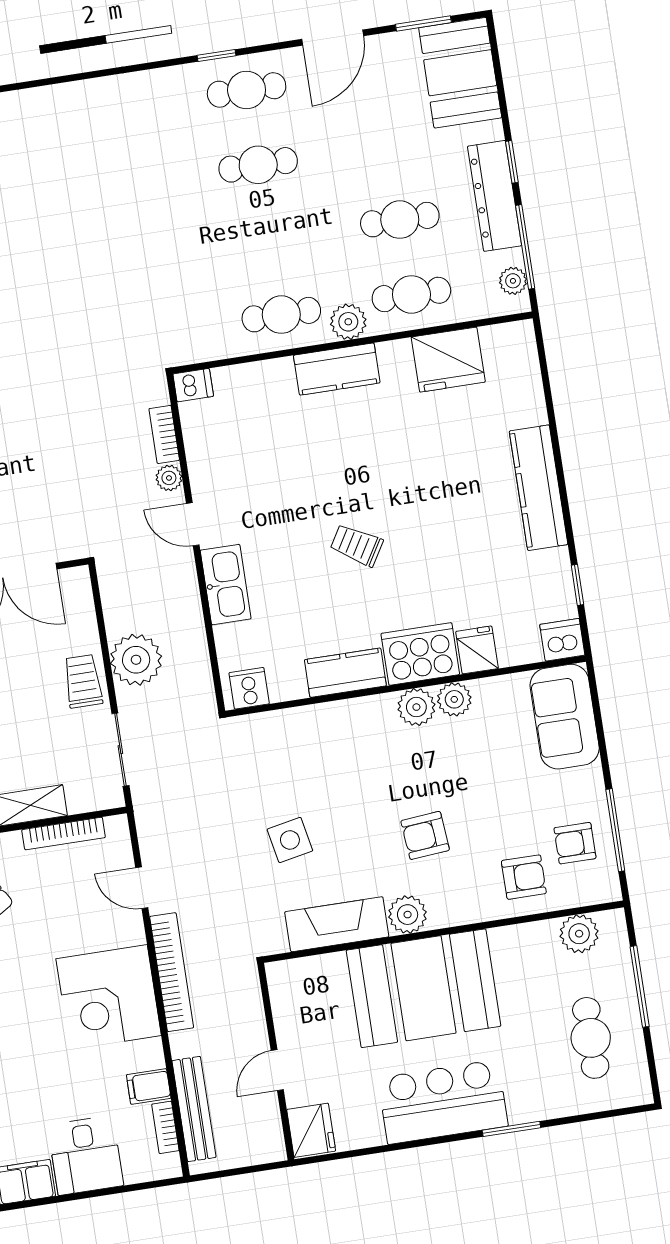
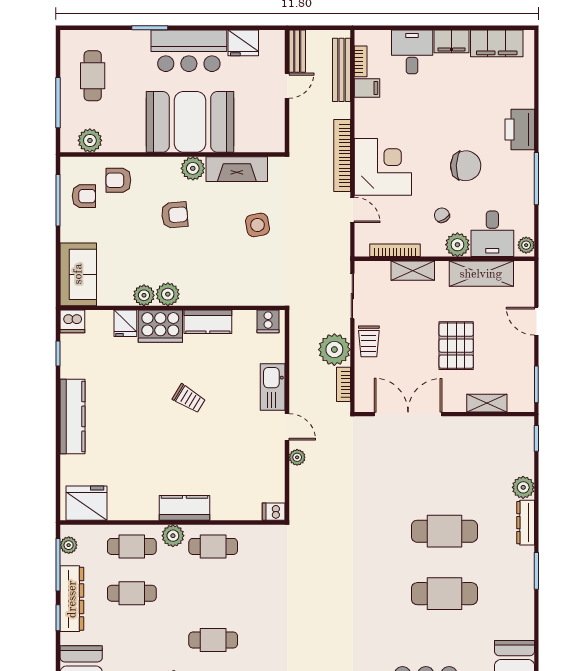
fridge: (448, 360) -> (86, 503), moved
bookcase: (164, 434) -> (343, 384), moved, turned 180
corner desk: (109, 997) -> (383, 167), moved
bench: (270, 1128) -> (297, 51), added
fridge: (311, 1130) -> (243, 43), moved, turned -90

